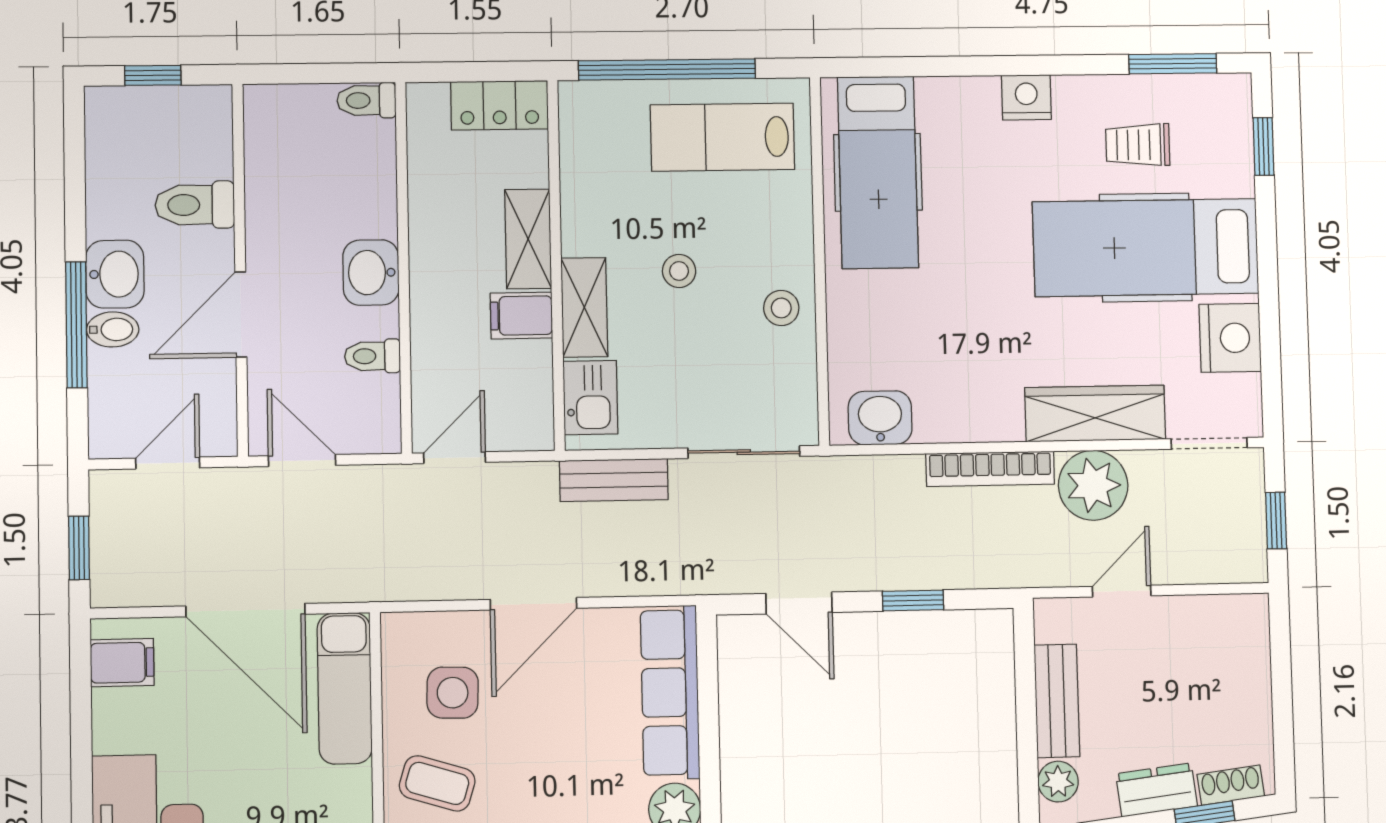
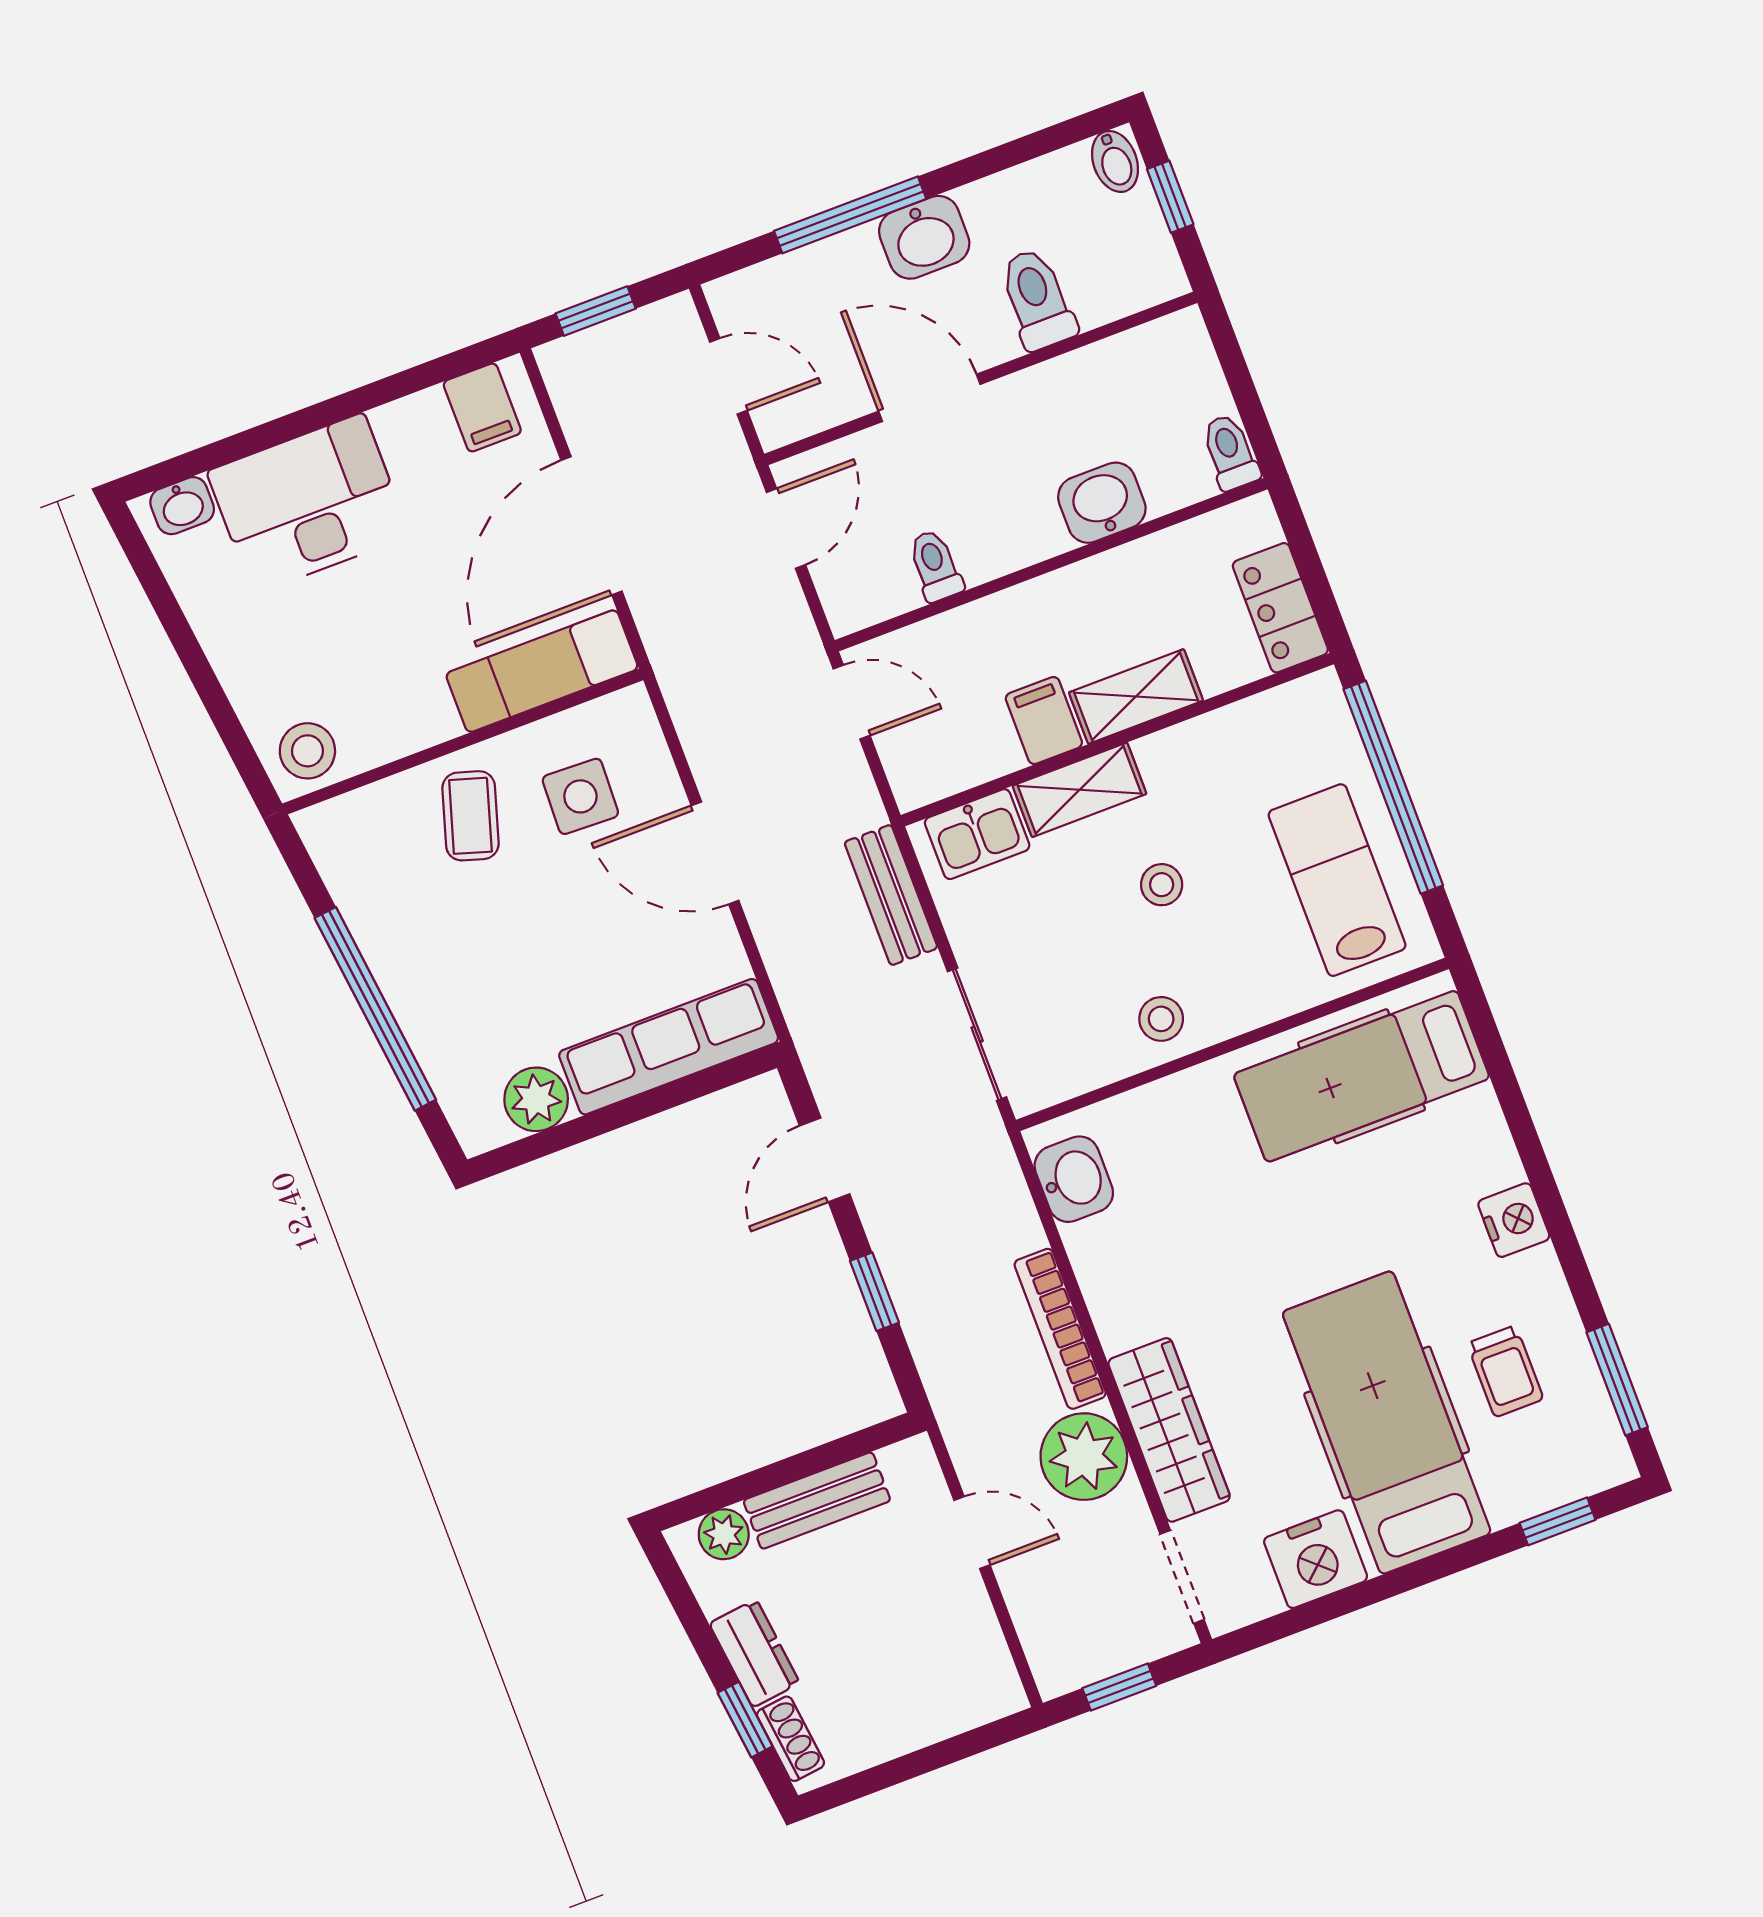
trolley: (1138, 145) -> (1505, 1371), turned 180
washbasin: (371, 273) -> (1102, 503), moved
bidet: (113, 329) -> (1115, 161), moved

